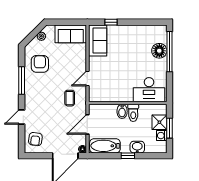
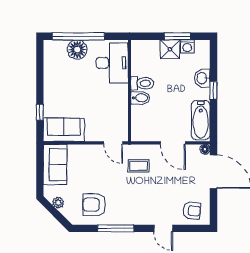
desk: (149, 90) -> (112, 63), moved
wall: (128, 103) -> (129, 91), moved
bidet: (122, 111) -> (140, 98), moved
toilet: (133, 113) -> (142, 83), moved

